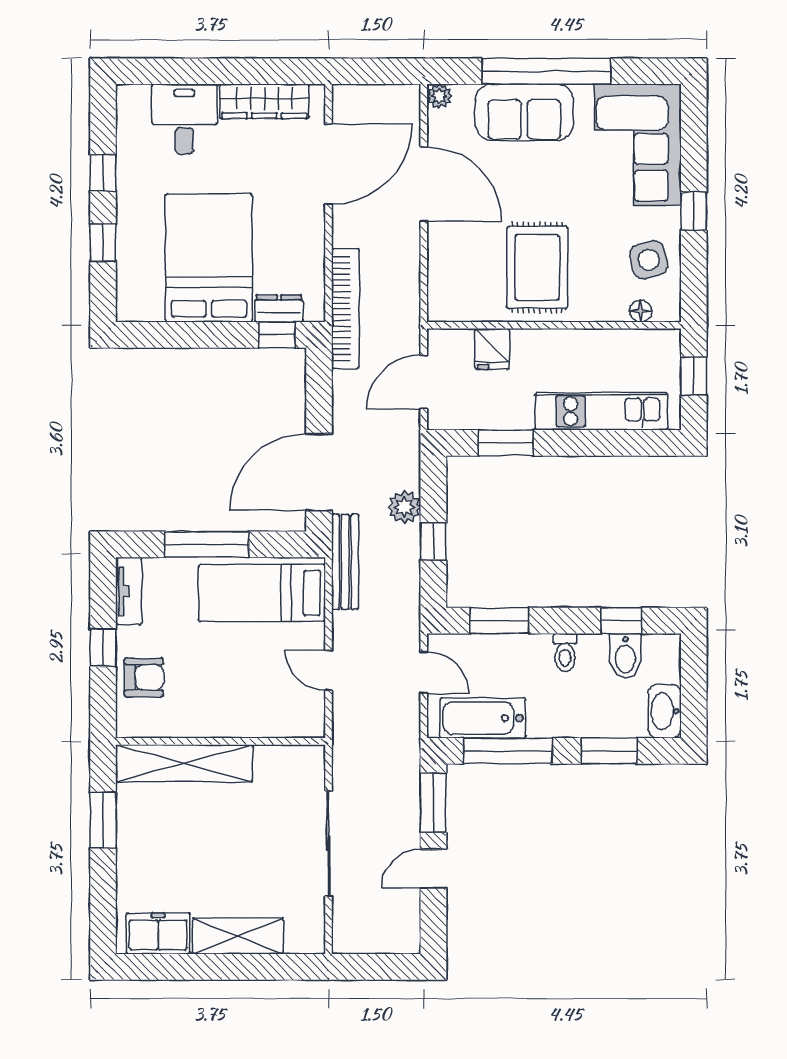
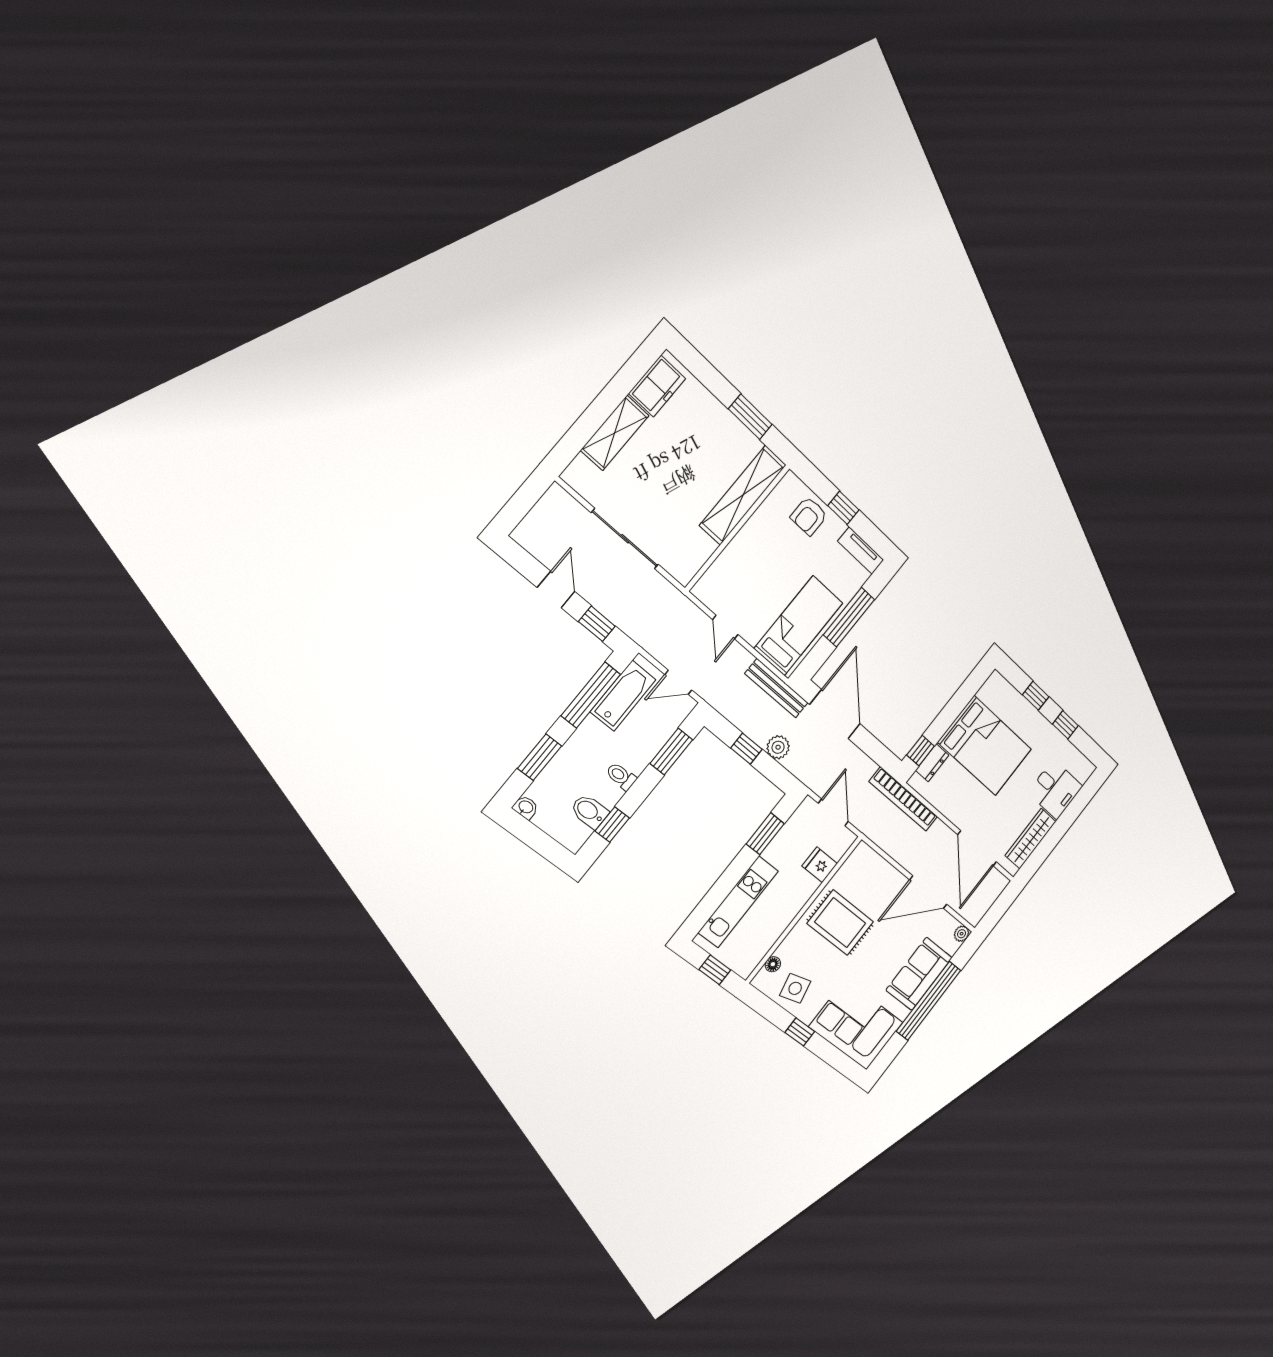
door: (329, 670) -> (725, 627), swing flipped
washbasin: (665, 711) -> (526, 807), width x0.52, depth x0.69
window: (433, 803) -> (597, 624), width x0.67

